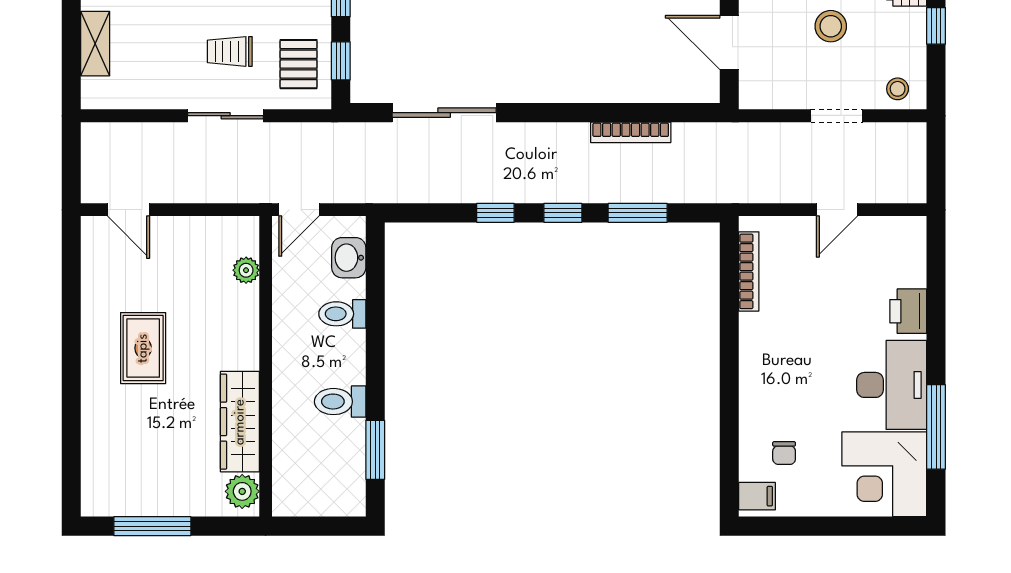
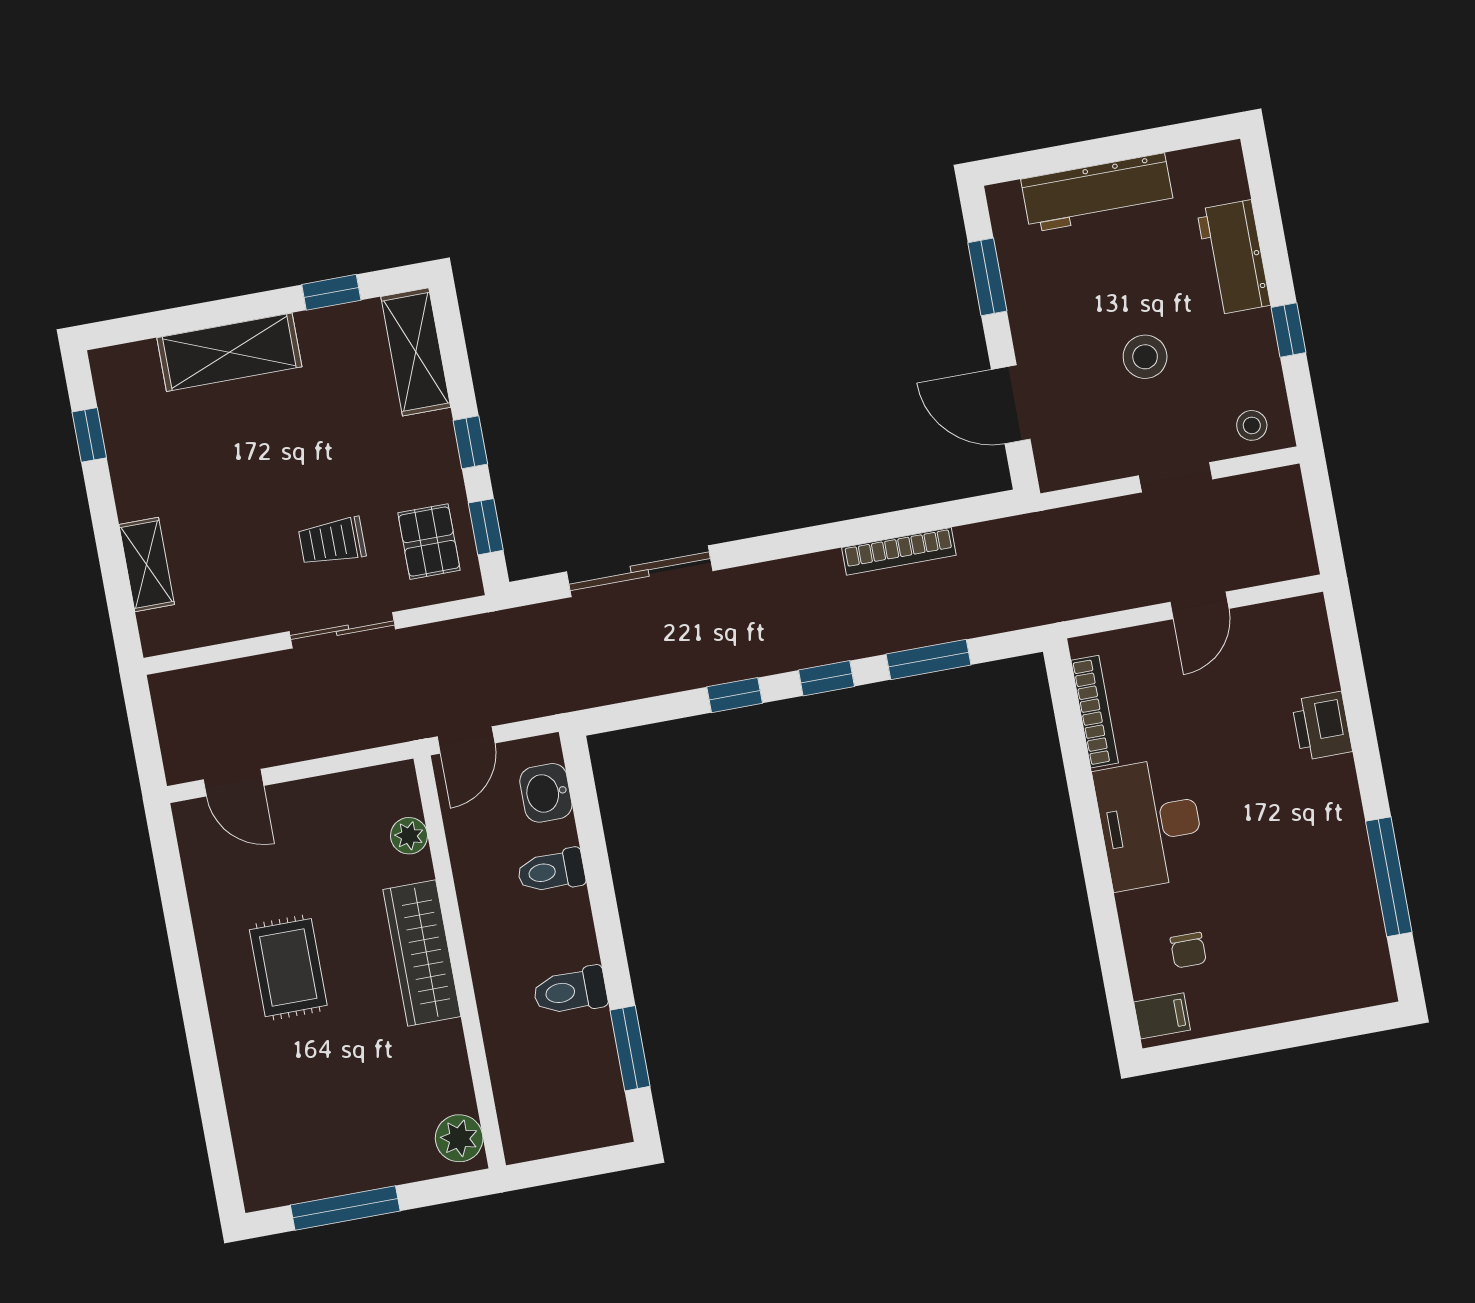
desk: (892, 385) -> (1150, 823), moved, turned 180
wardrobe: (240, 422) -> (422, 953), moved
corner desk: (884, 474) -> (1330, 954), removed

